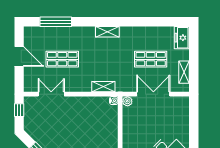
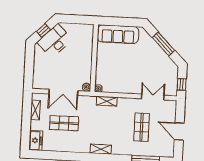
shop shelf: (62, 59) -> (142, 127), turned 90
double door: (51, 94) -> (153, 97), swing flipped

